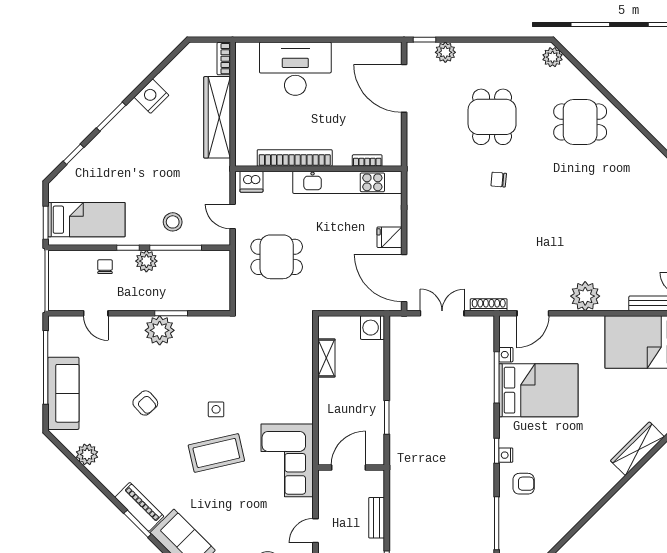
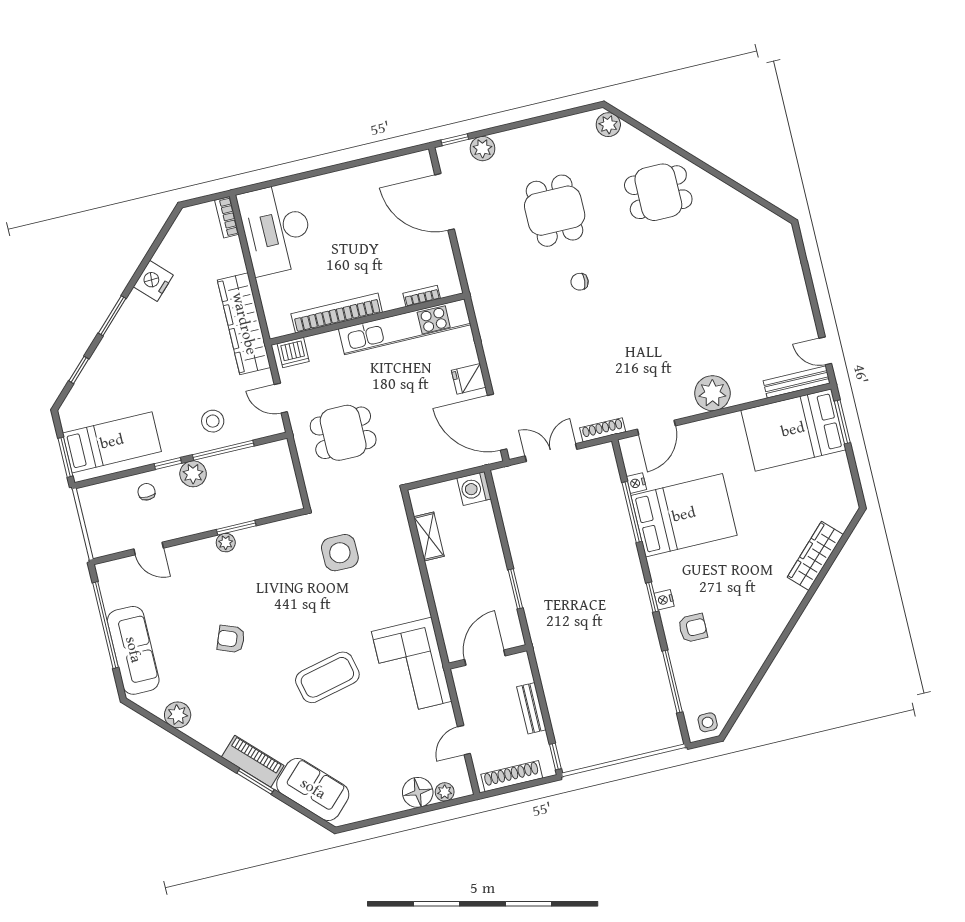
desk: (295, 69) -> (276, 229), moved, turned -90
wardrobe: (217, 117) -> (244, 324), moved
plant: (160, 330) -> (226, 543), width x0.53, depth x0.53
armchair: (145, 403) -> (231, 639), turned 153
side table: (216, 409) -> (340, 553), moved, width x1.87, depth x1.87

